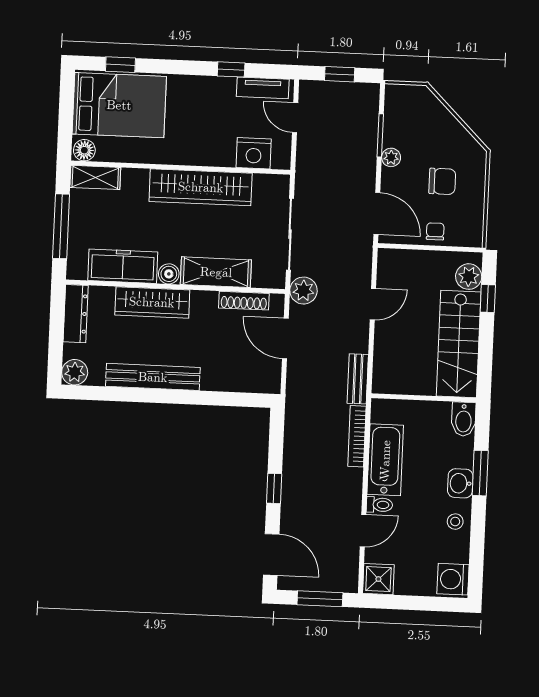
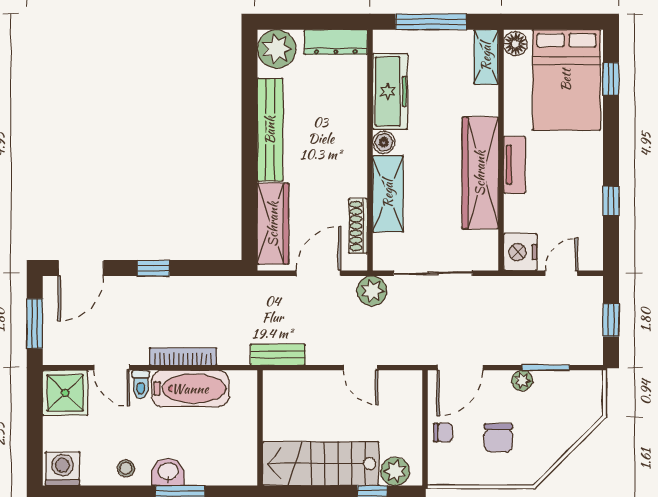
tv unit: (263, 88) -> (514, 165), moved, turned 180
nightstand: (254, 153) -> (520, 252), moved
wardrobe: (152, 302) -> (273, 224), moved, turned 180
plant: (75, 372) -> (277, 49), width x1.36, depth x1.36
bidet: (464, 419) -> (239, 473), removed
bookcase: (357, 436) -> (183, 356), moved
shower: (378, 579) -> (65, 393), width x1.36, depth x1.36

